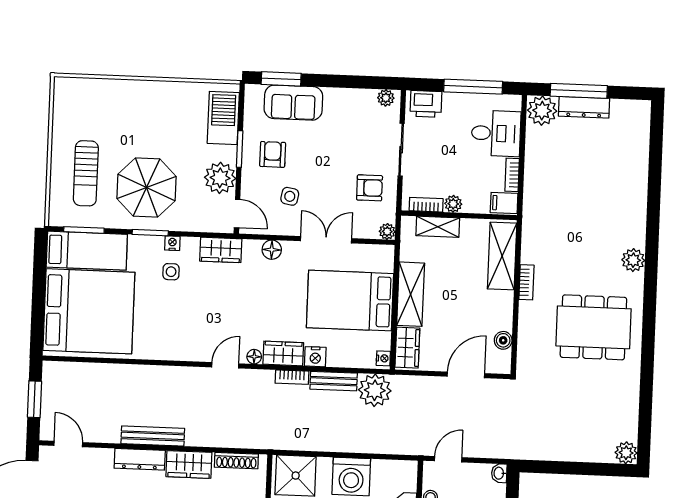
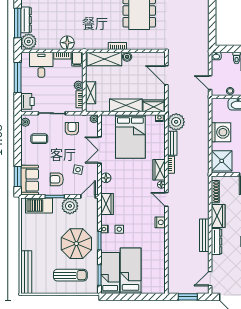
bench: (95, 88) -> (26, 272), added
sofa: (293, 103) -> (30, 180), moved
coffee table: (353, 124) -> (39, 139), added
floor lamp: (537, 185) -> (67, 43), added
bed: (89, 311) -> (131, 271), width x0.49
boiler: (503, 340) -> (127, 57), moved
nightstand: (315, 357) -> (160, 222), moved

